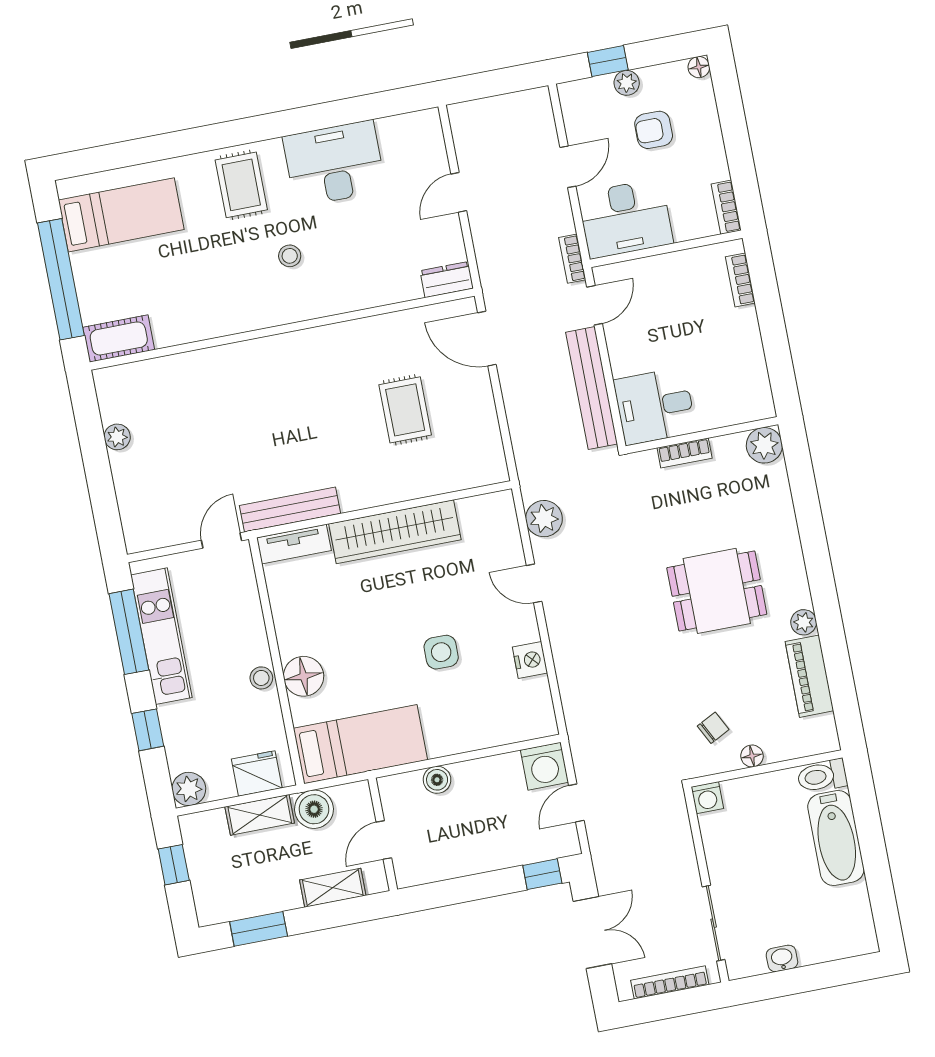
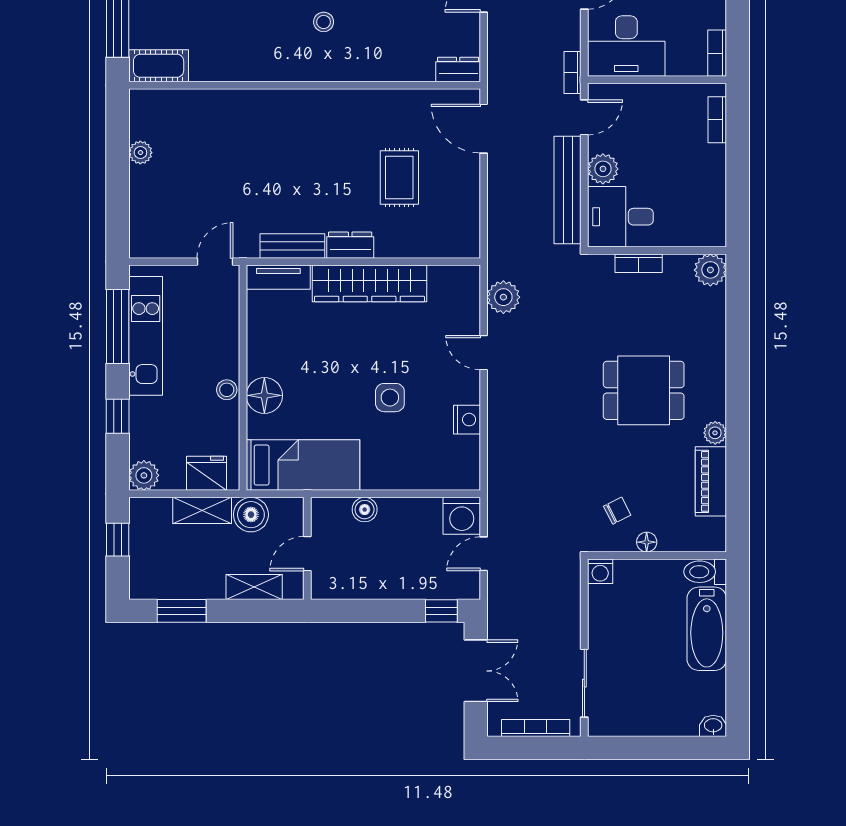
plant: (626, 358) -> (603, 169), added
dresser: (366, 494) -> (350, 245), added
bench: (290, 510) -> (292, 246), width x0.73
washbasin: (782, 958) -> (713, 726), moved

